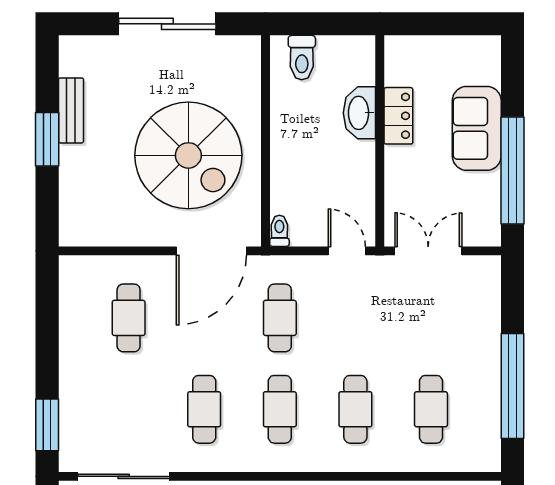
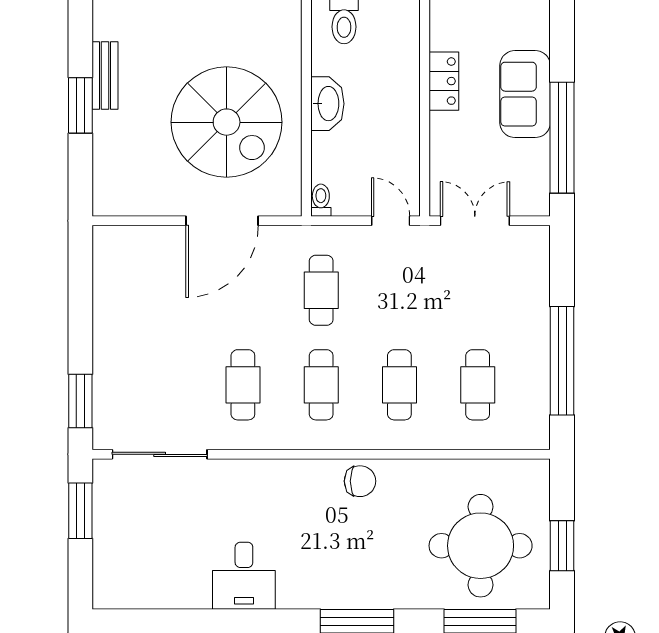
washbasin: (359, 113) -> (327, 104), moved, turned 180
door: (211, 251) -> (222, 221), moved
cafe table: (129, 318) -> (165, 290), removed

